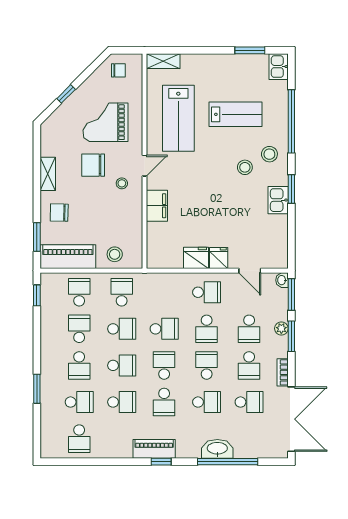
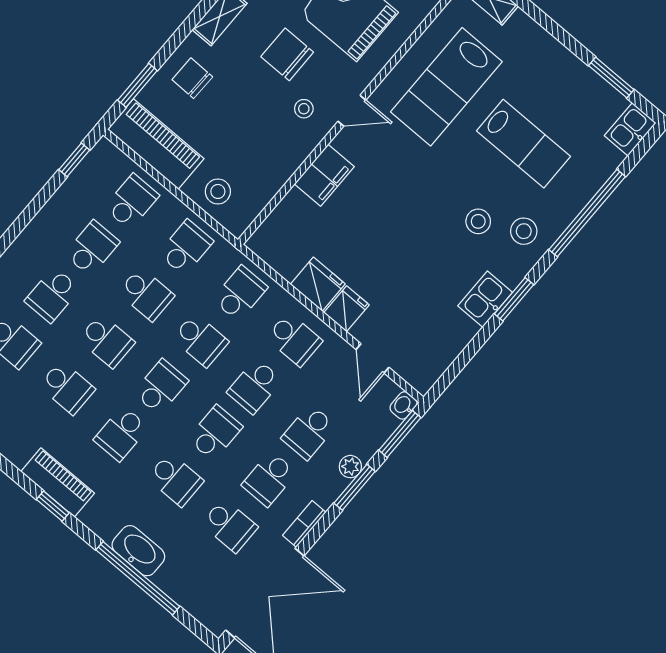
school desk: (164, 292) -> (240, 293), added

